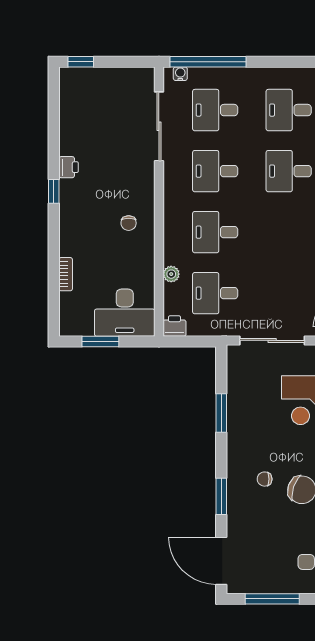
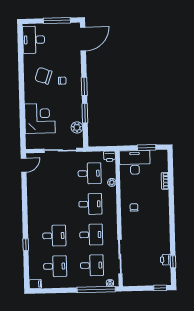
printer: (69, 167) -> (165, 260), moved
window: (54, 191) -> (173, 262), moved
plant: (238, 385) -> (77, 127), added
window: (221, 496) -> (84, 86), moved
door: (221, 561) -> (83, 39), hinge flipped

